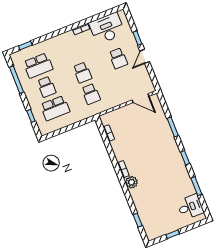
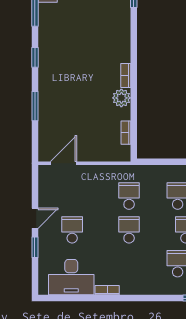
door: (140, 98) -> (63, 163), hinge flipped
plant: (132, 182) -> (121, 98), moved

